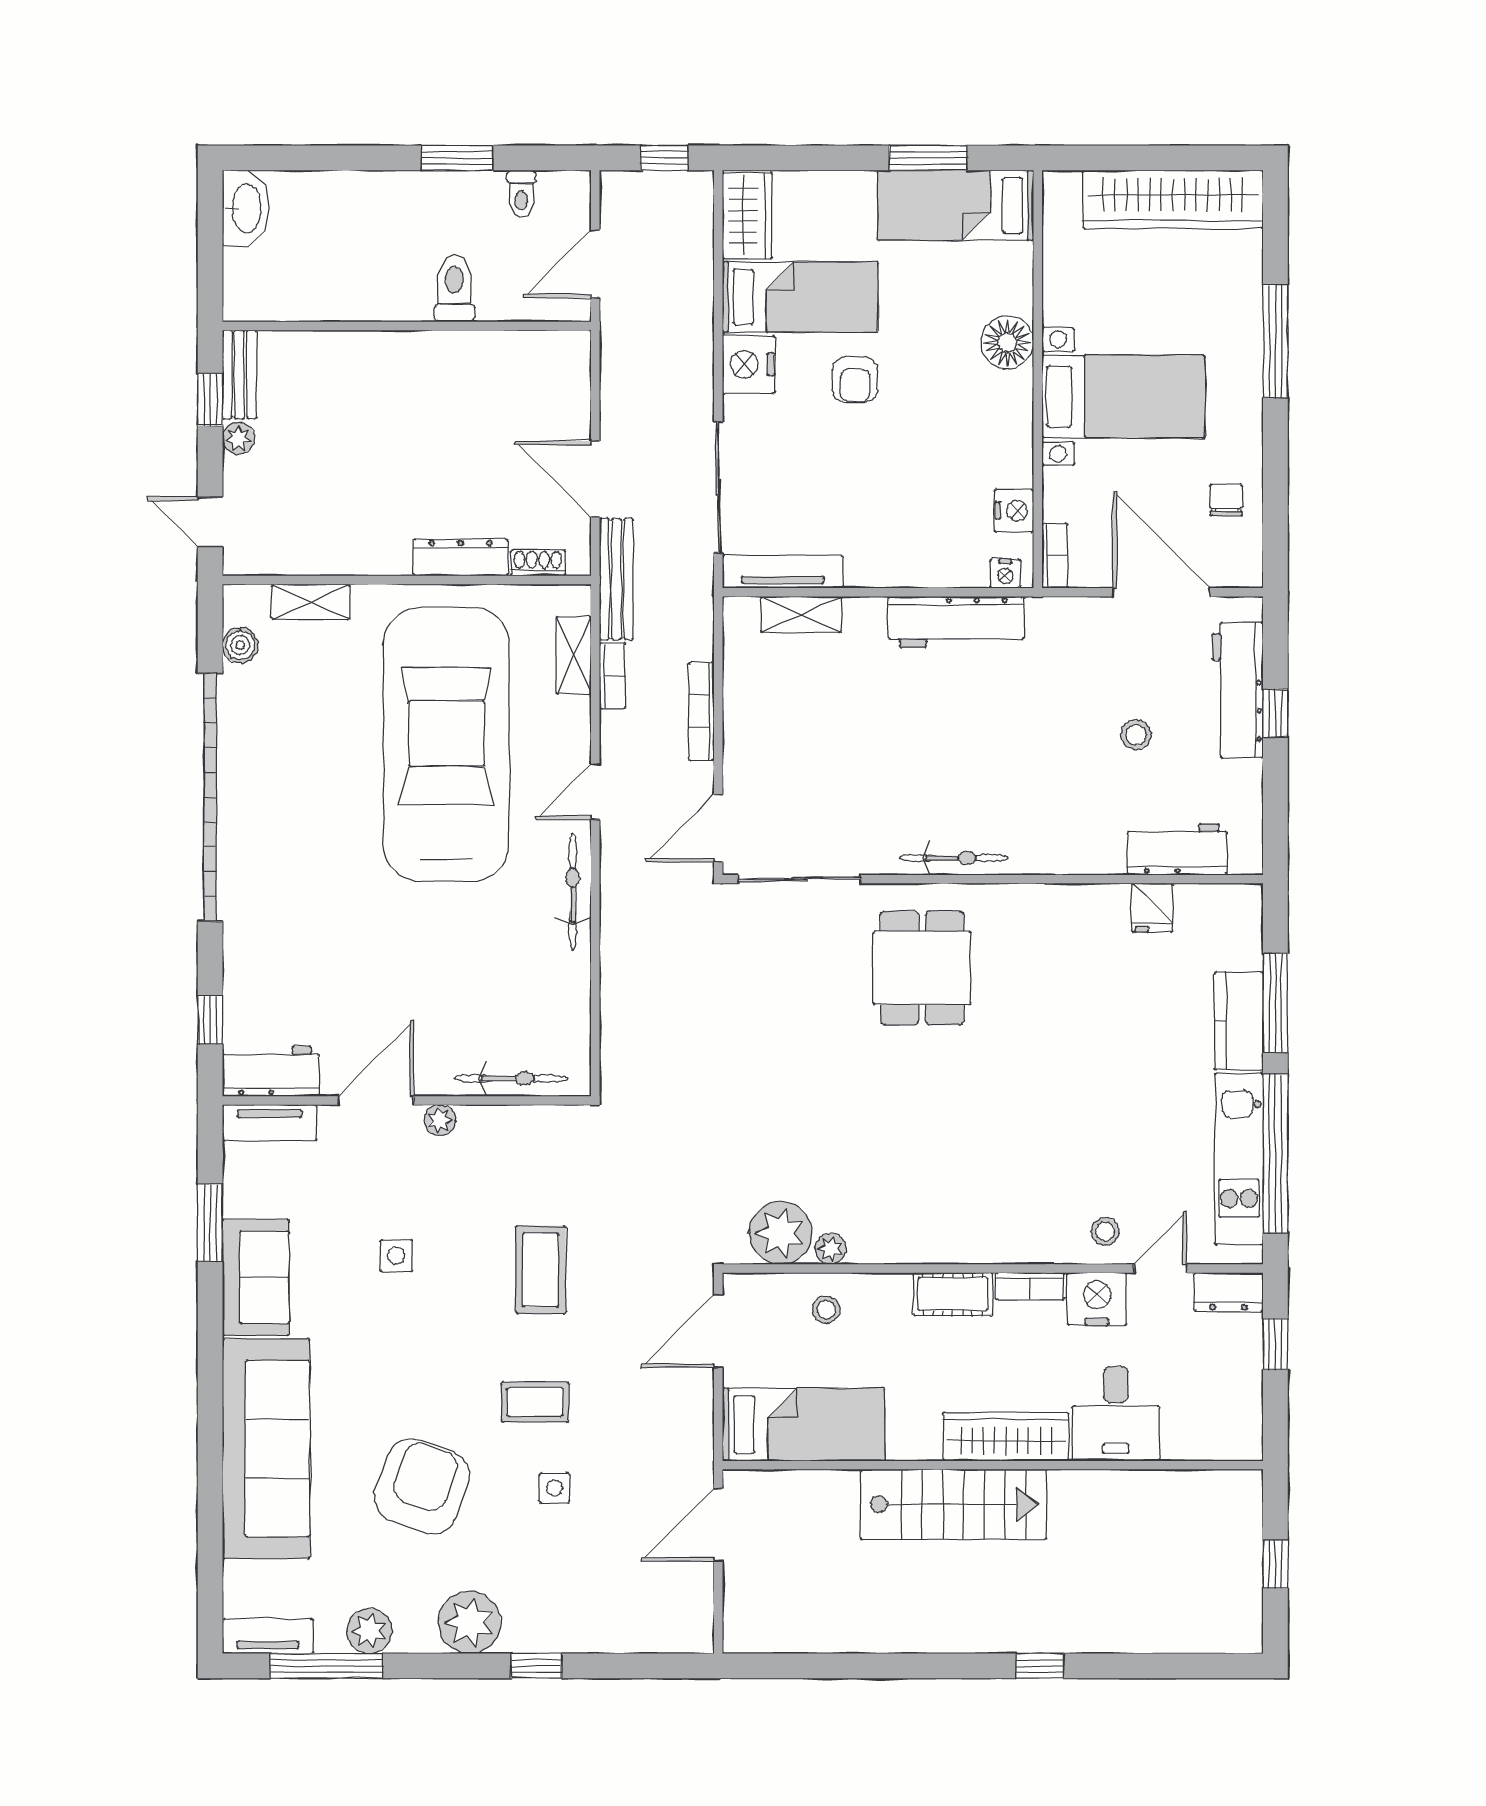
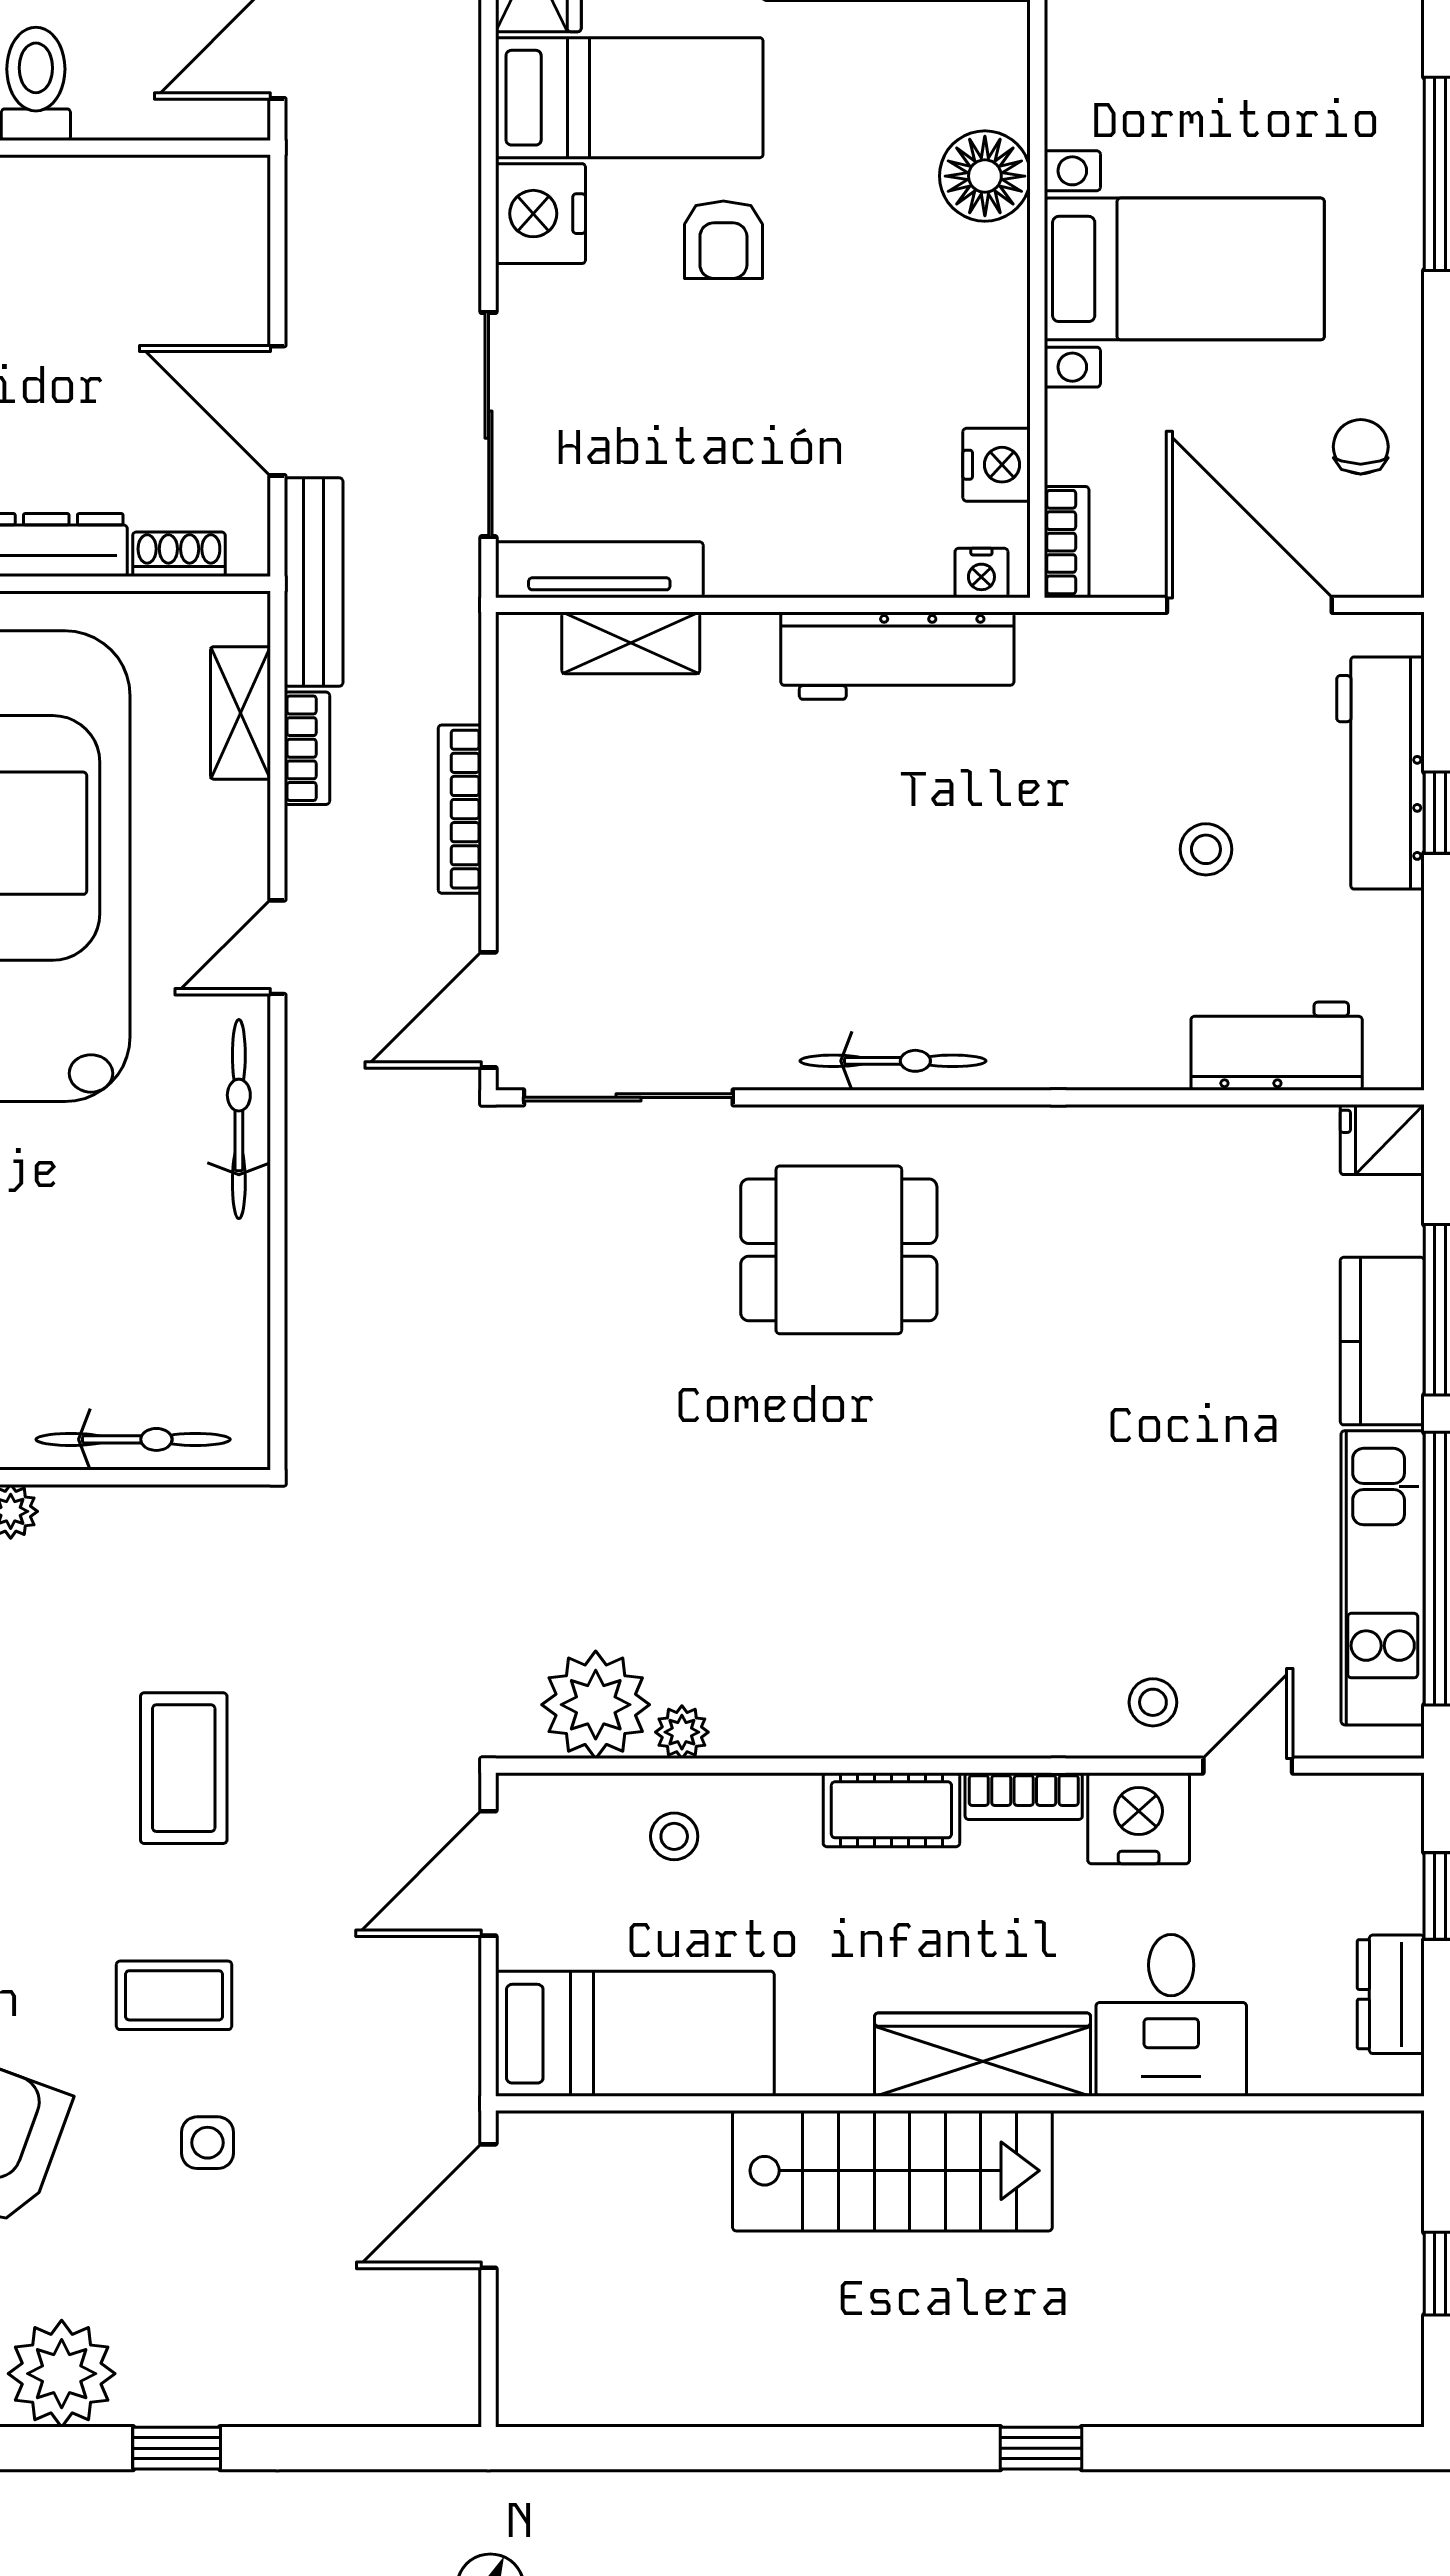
fridge: (1153, 908) -> (1382, 1140), moved, turned 90
dining table: (922, 968) -> (839, 1250), turned 90
dresser: (1229, 1292) -> (1391, 1994), moved, turned 90

